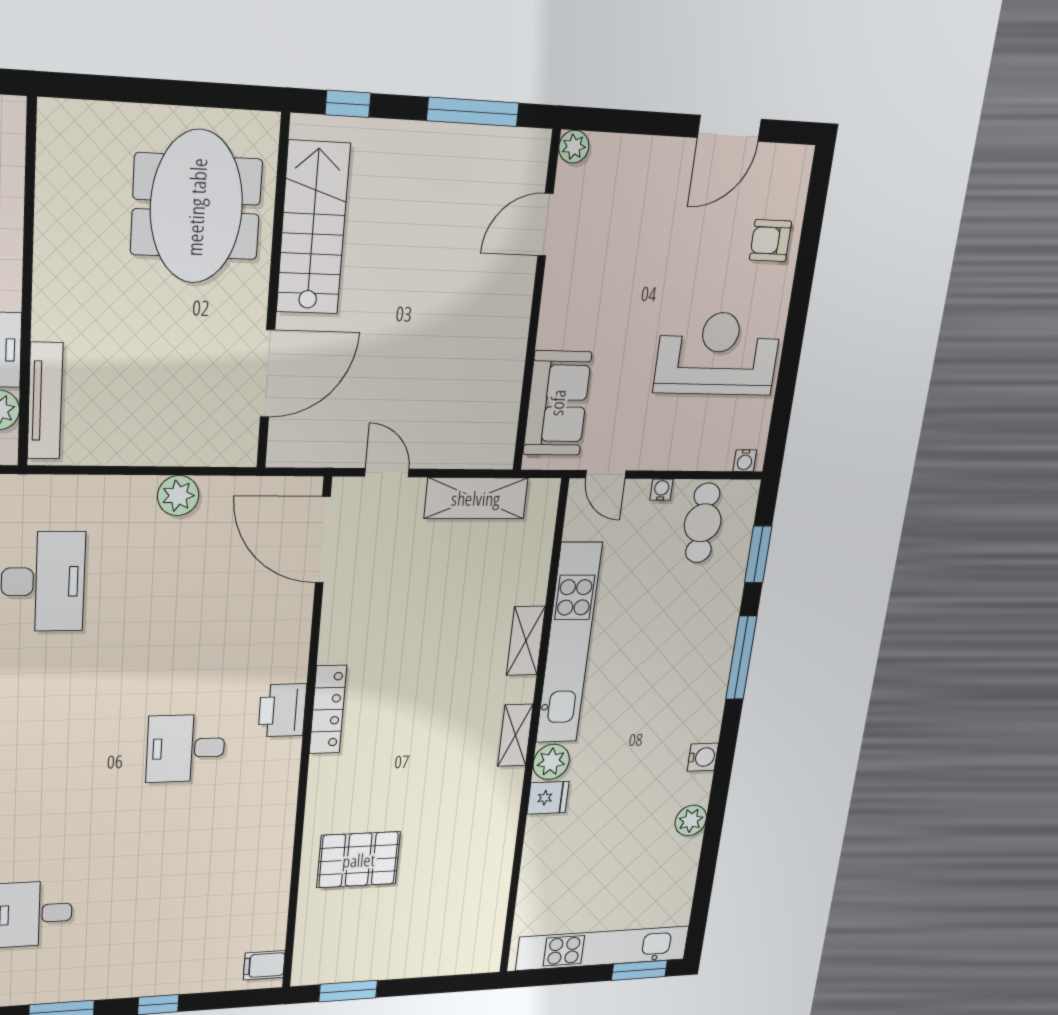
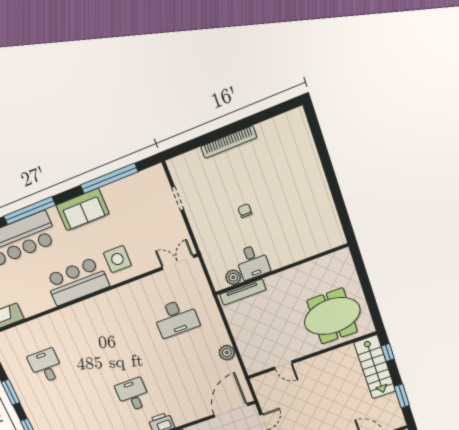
window: (473, 112) -> (402, 396), width x0.69
stairs: (313, 228) -> (375, 367), moved, turned 90
door: (268, 374) -> (283, 365), width x0.53

